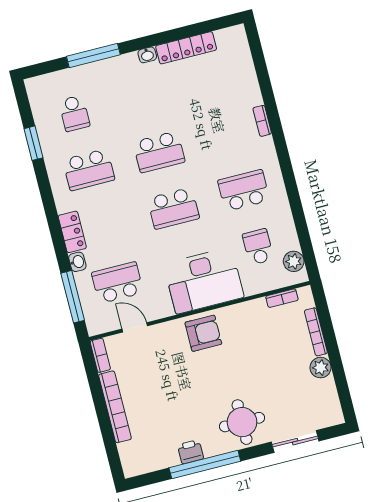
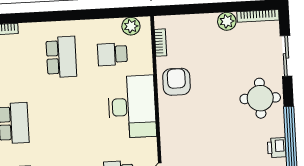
school desk: (244, 190) -> (61, 57), turned 180
school desk: (173, 208) -> (65, 120), removed
bookcase: (316, 332) -> (258, 16), moved
armchair: (203, 333) -> (176, 82), moved

